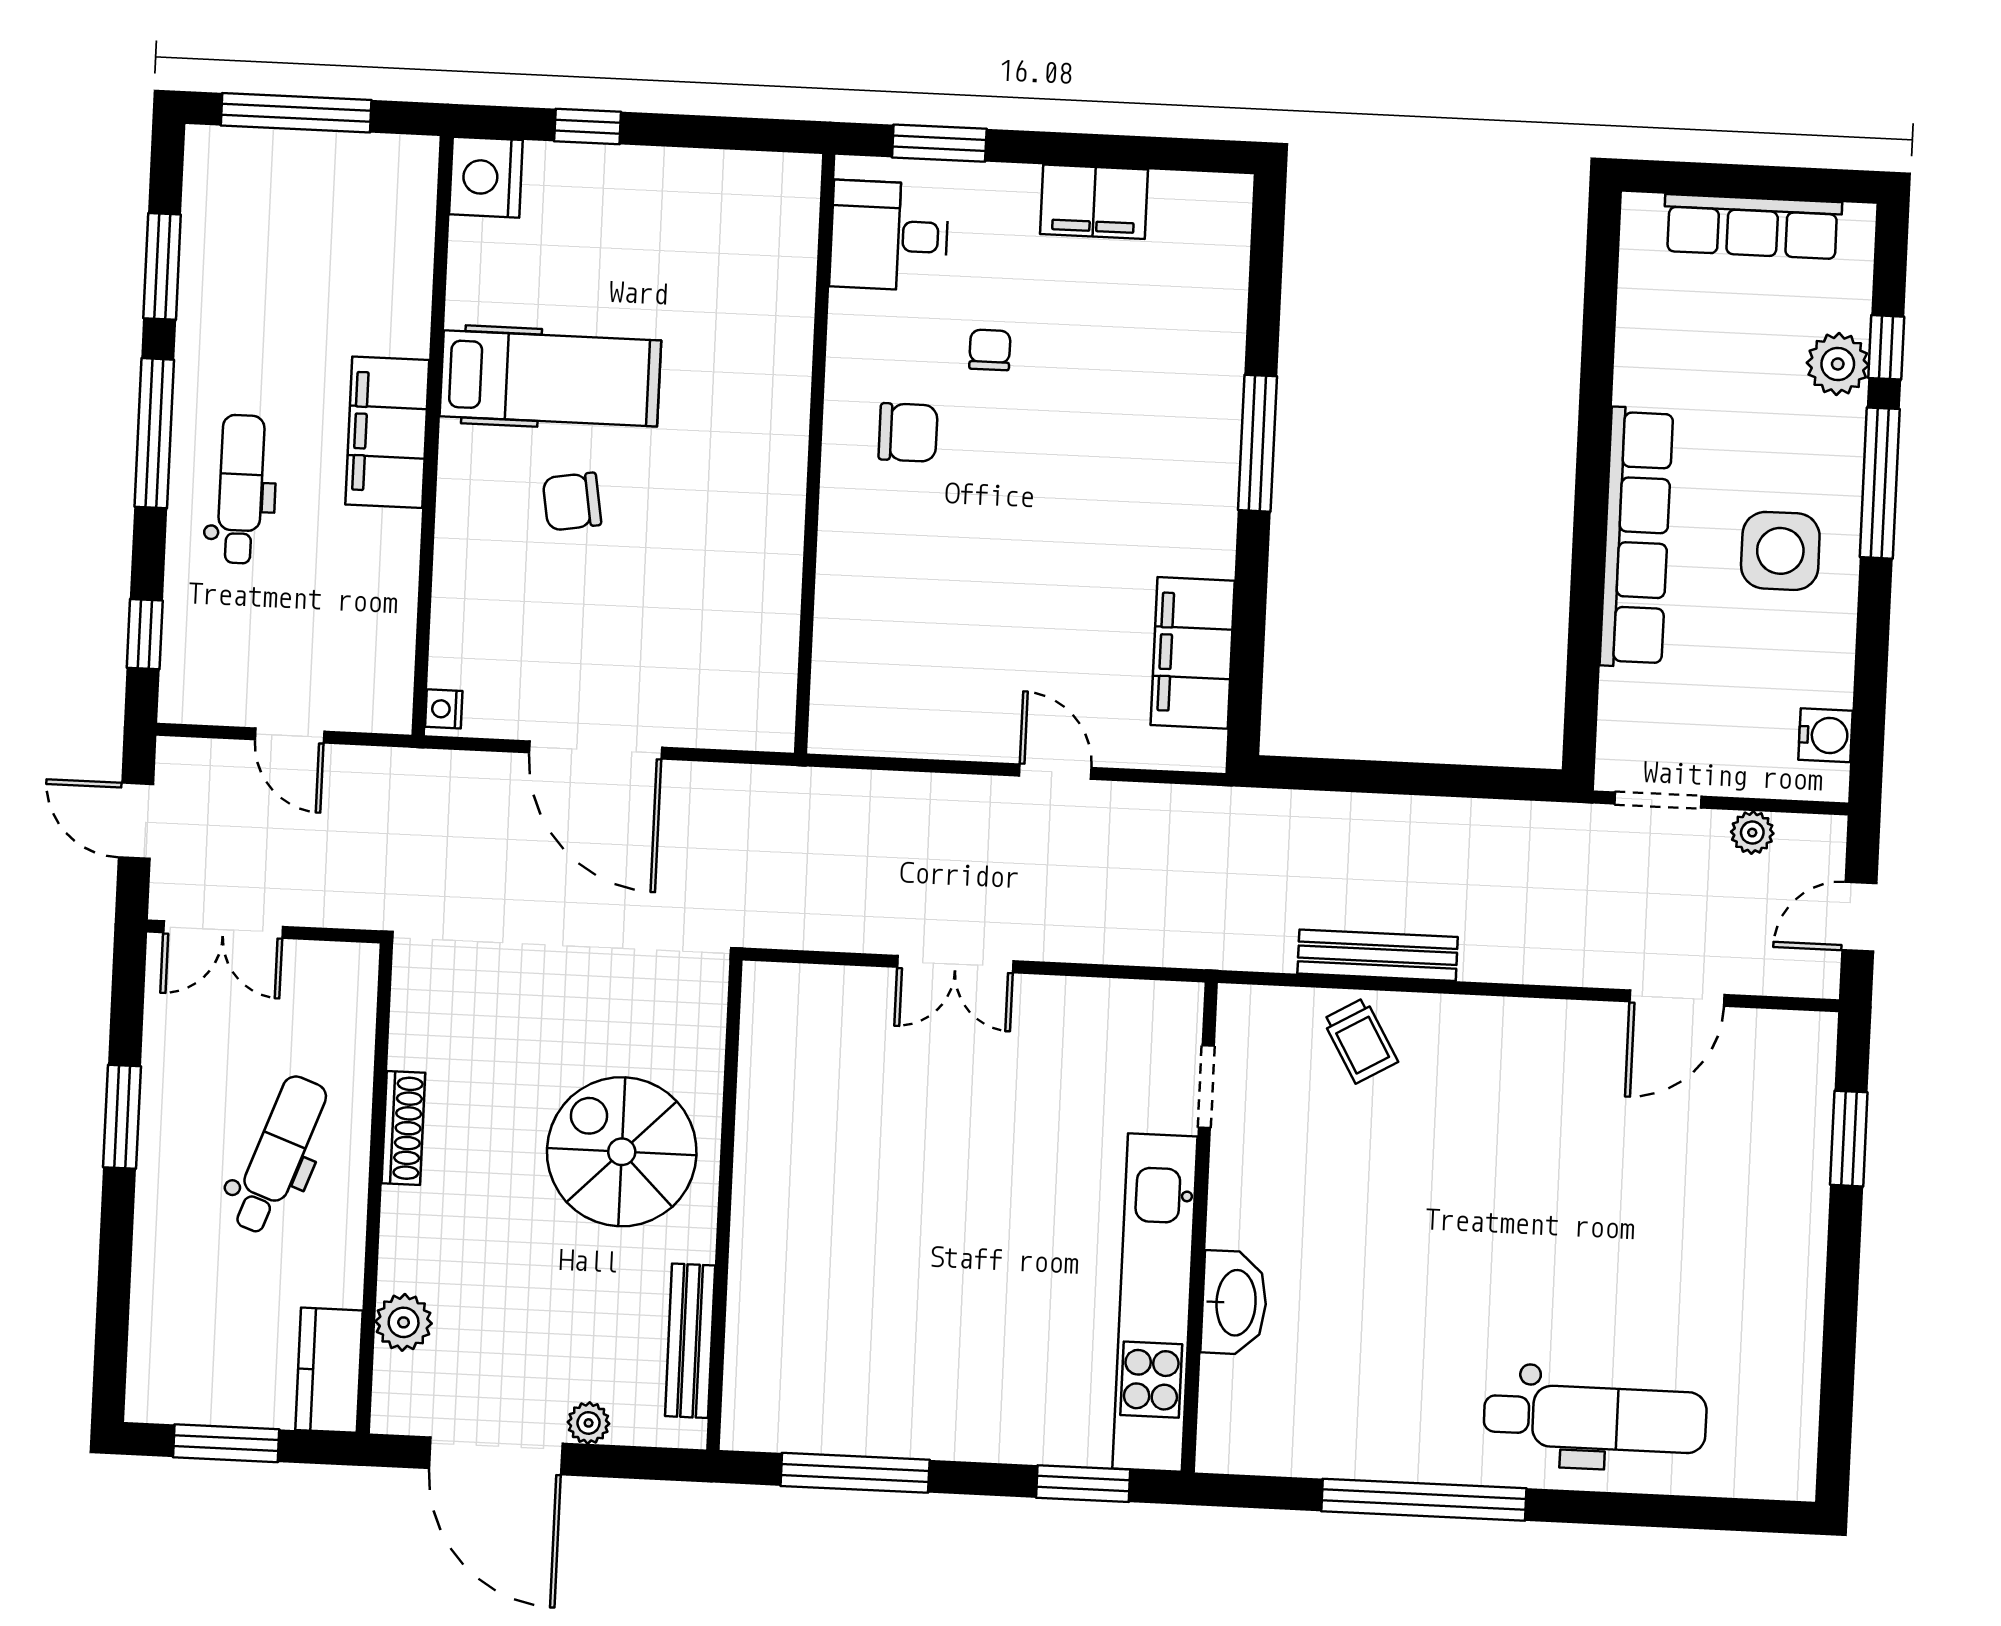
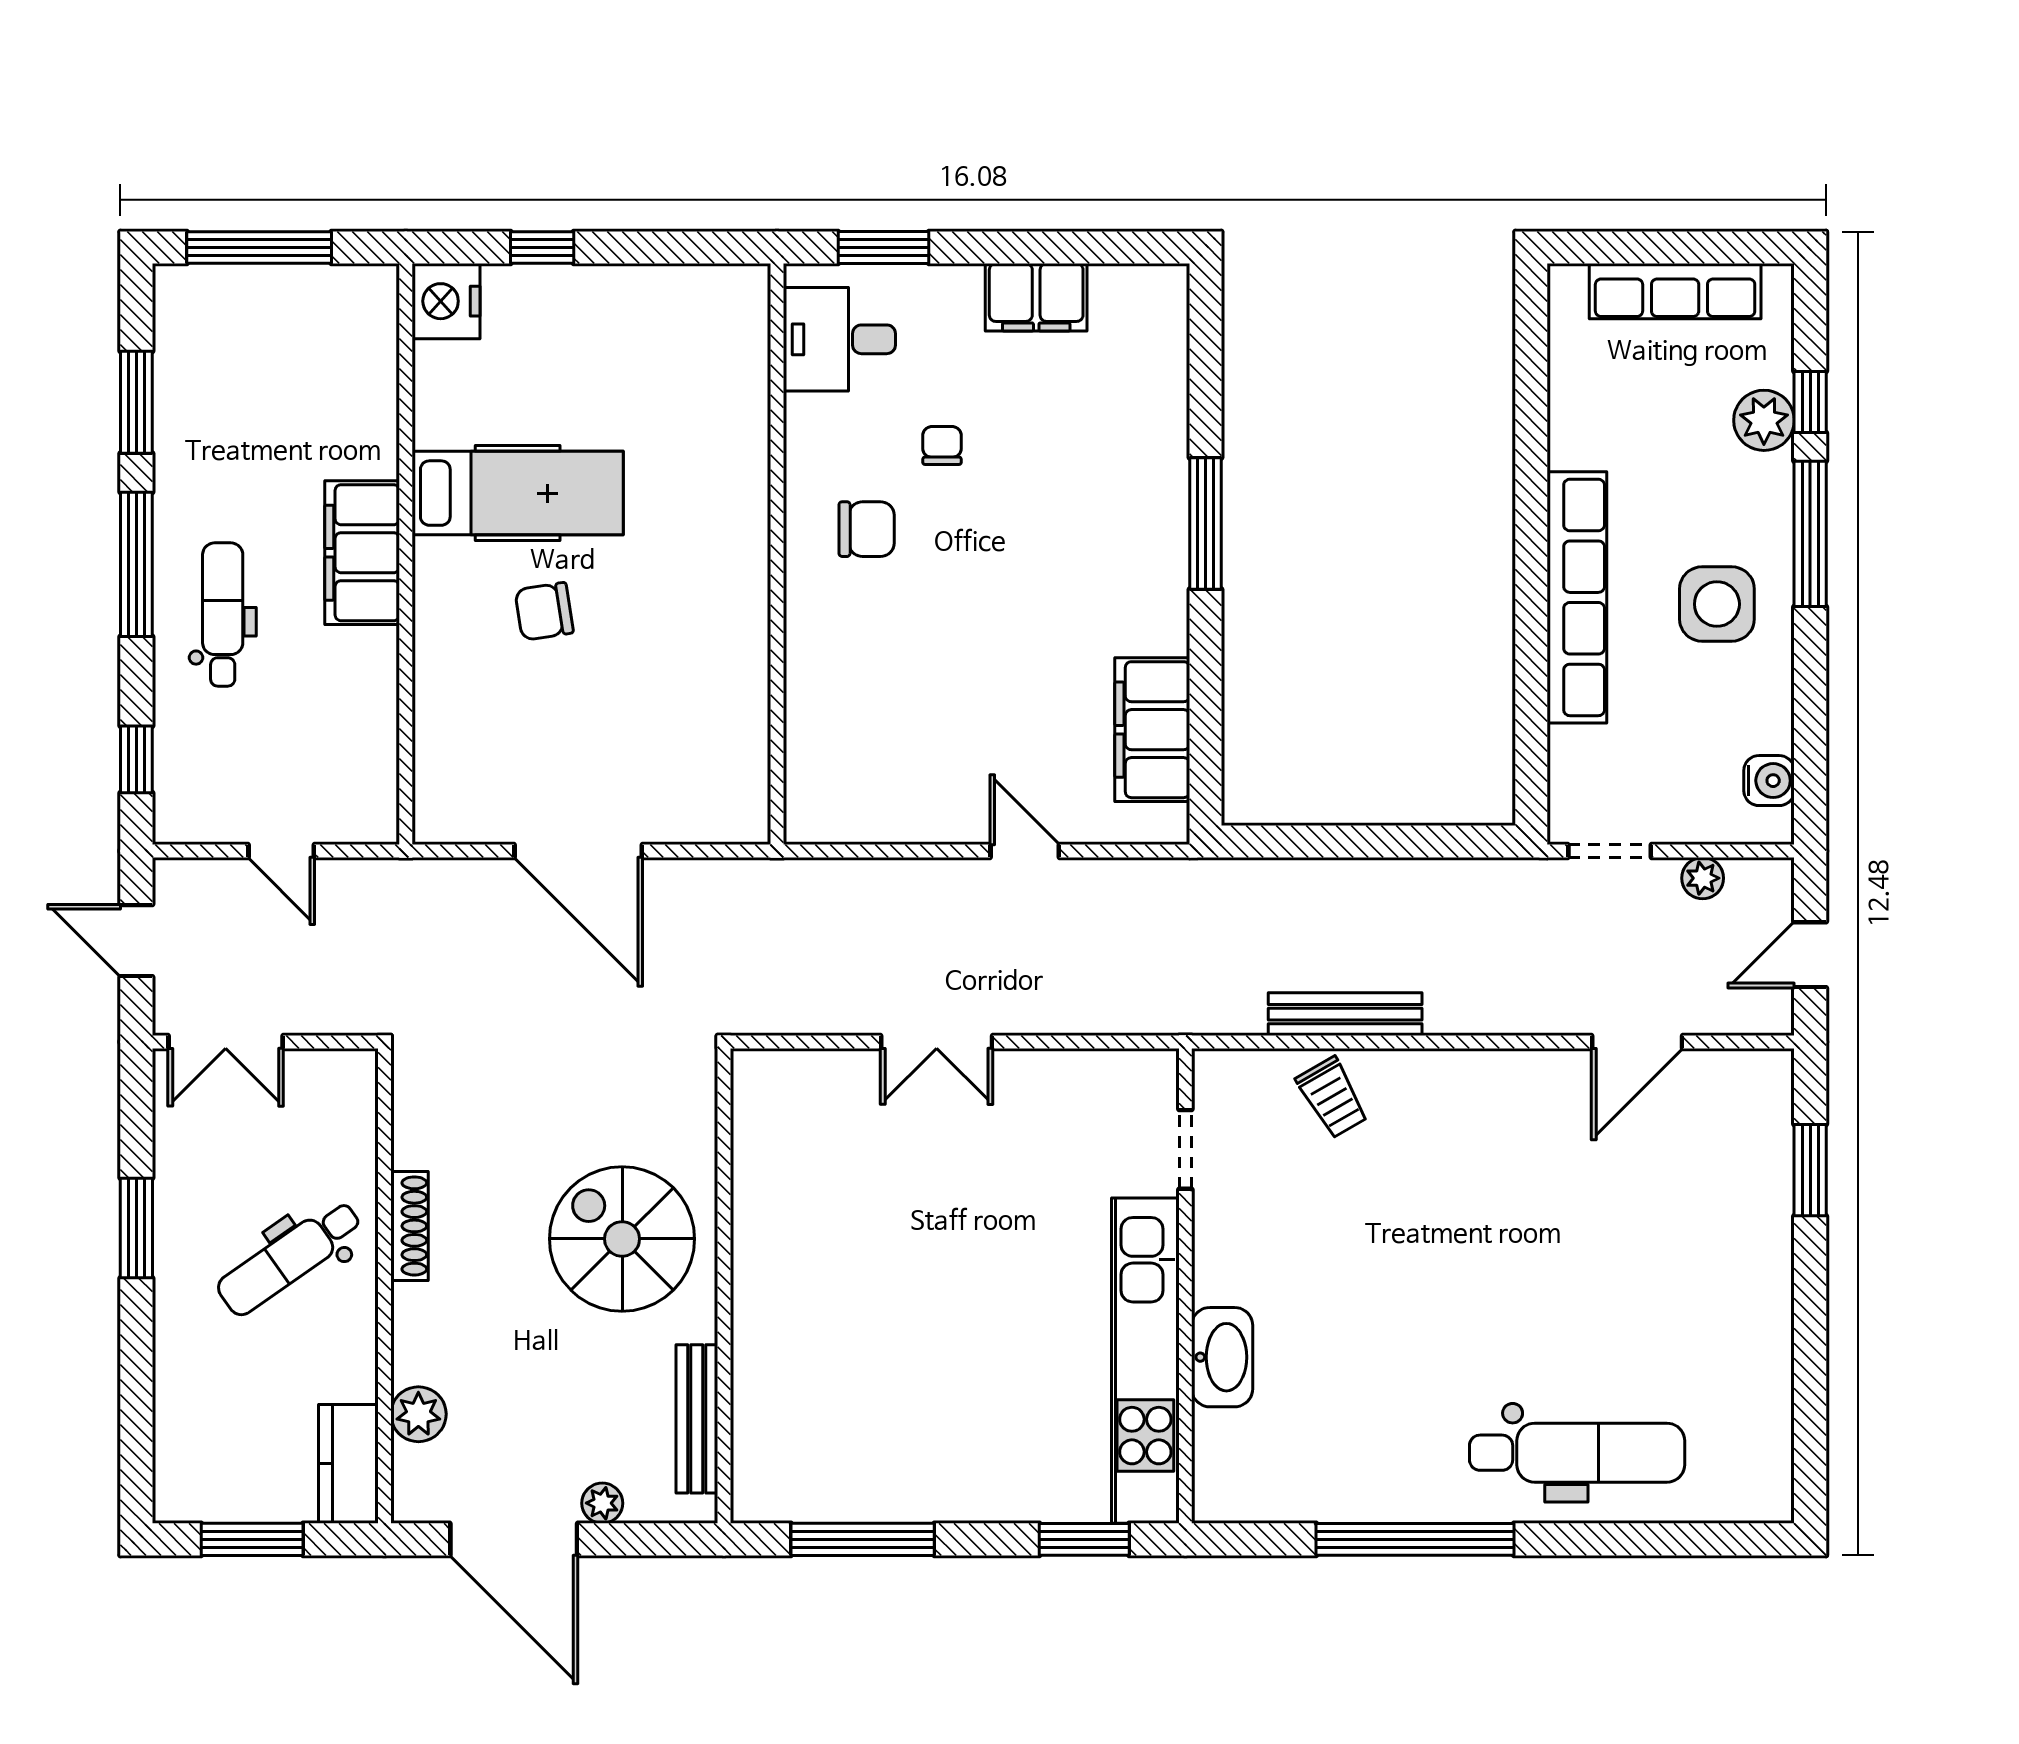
nightstand: (444, 709) -> (429, 818), removed
dental chair: (278, 1155) -> (290, 1258), turned -145

